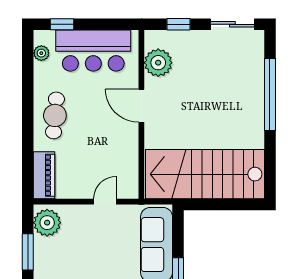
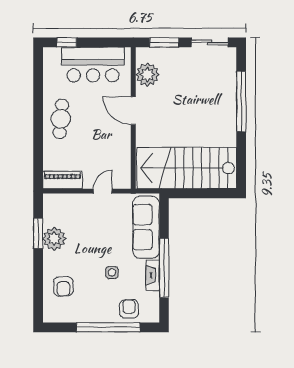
window: (179, 24) -> (164, 42), width x1.50
plant: (41, 53) -> (49, 67), removed
piano: (44, 175) -> (63, 180), moved, turned -90
plant: (47, 223) -> (54, 239), moved

